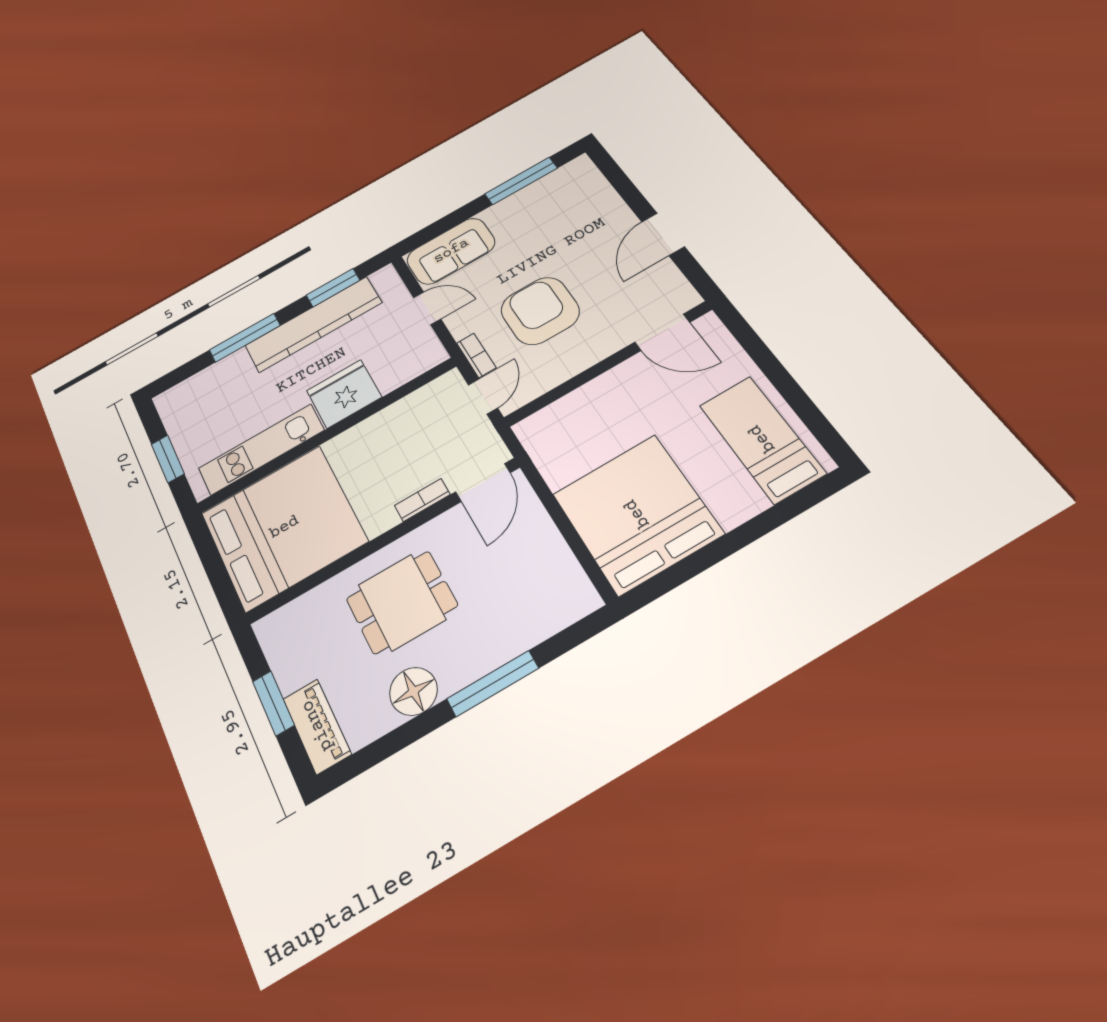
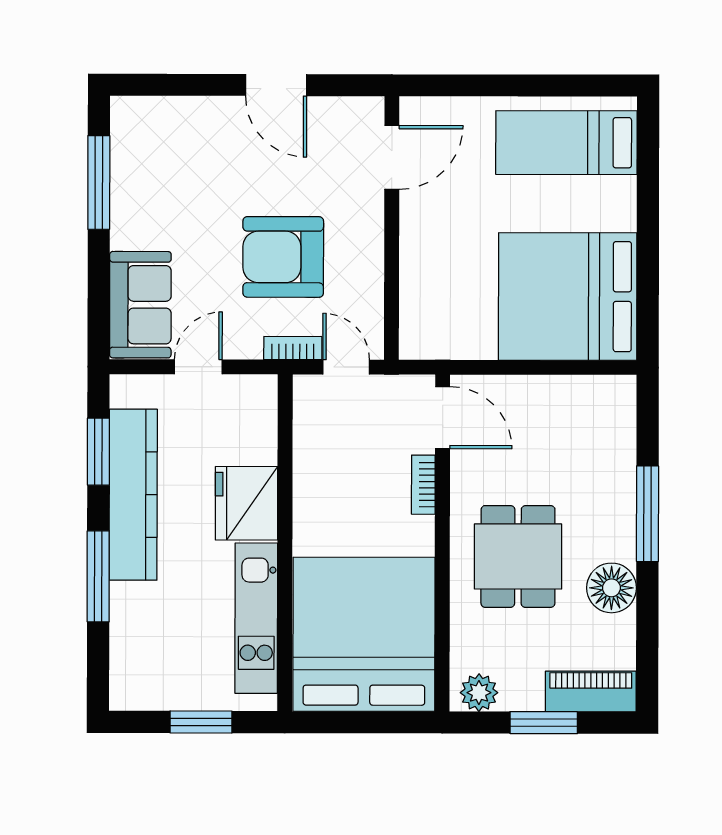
plant: (276, 638) -> (479, 693), added

